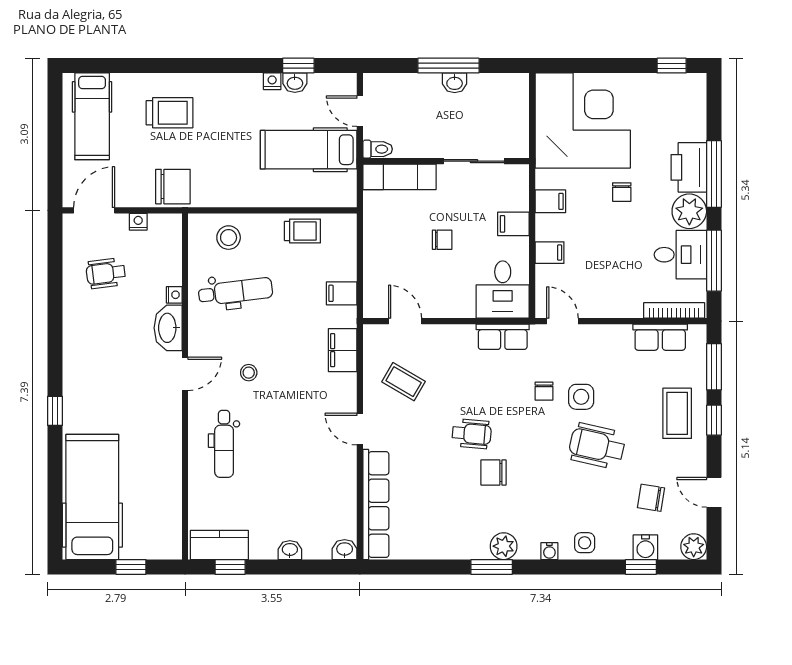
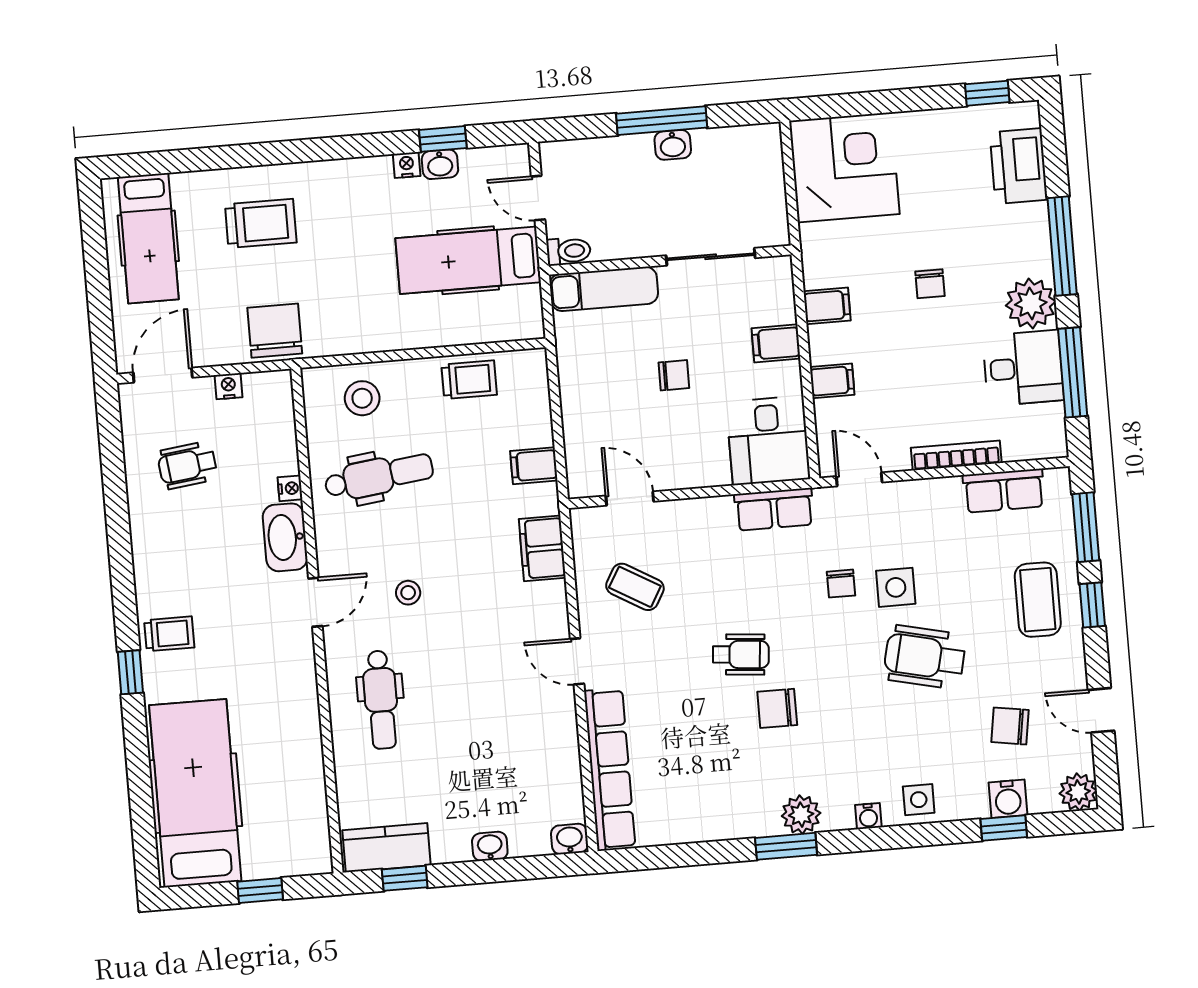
corner desk: (583, 121) -> (844, 167), width x0.74, depth x0.74
printer: (689, 167) -> (1019, 166), moved
chair: (173, 187) -> (275, 331), turned -90
bookcase: (674, 310) -> (956, 455), moved
trolley: (84, 387) -> (169, 634), added

